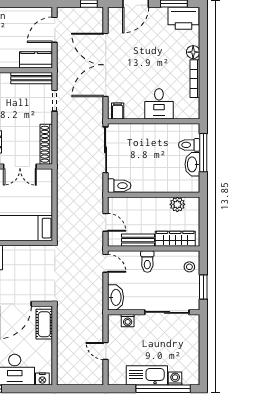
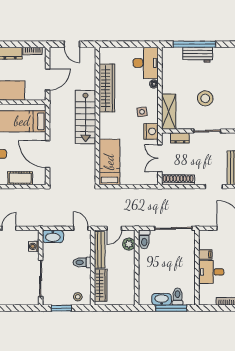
filing cabinet: (118, 111) -> (205, 254), moved
plant: (177, 204) -> (129, 244), moved
bench: (138, 240) -> (100, 250), width x1.36
door: (106, 263) -> (81, 228), swing flipped
cot: (44, 324) -> (20, 178), moved

